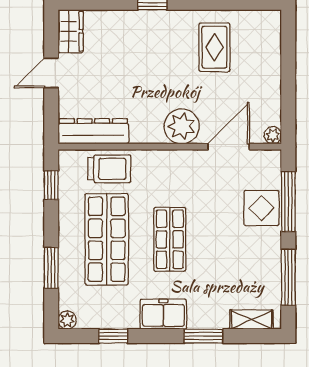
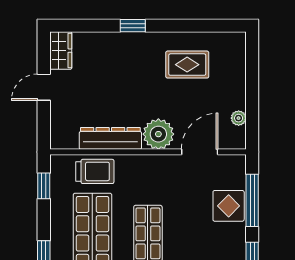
rug: (214, 47) -> (187, 65), turned 90
dresser: (93, 131) -> (110, 138), moved
plant: (273, 135) -> (239, 118), moved

